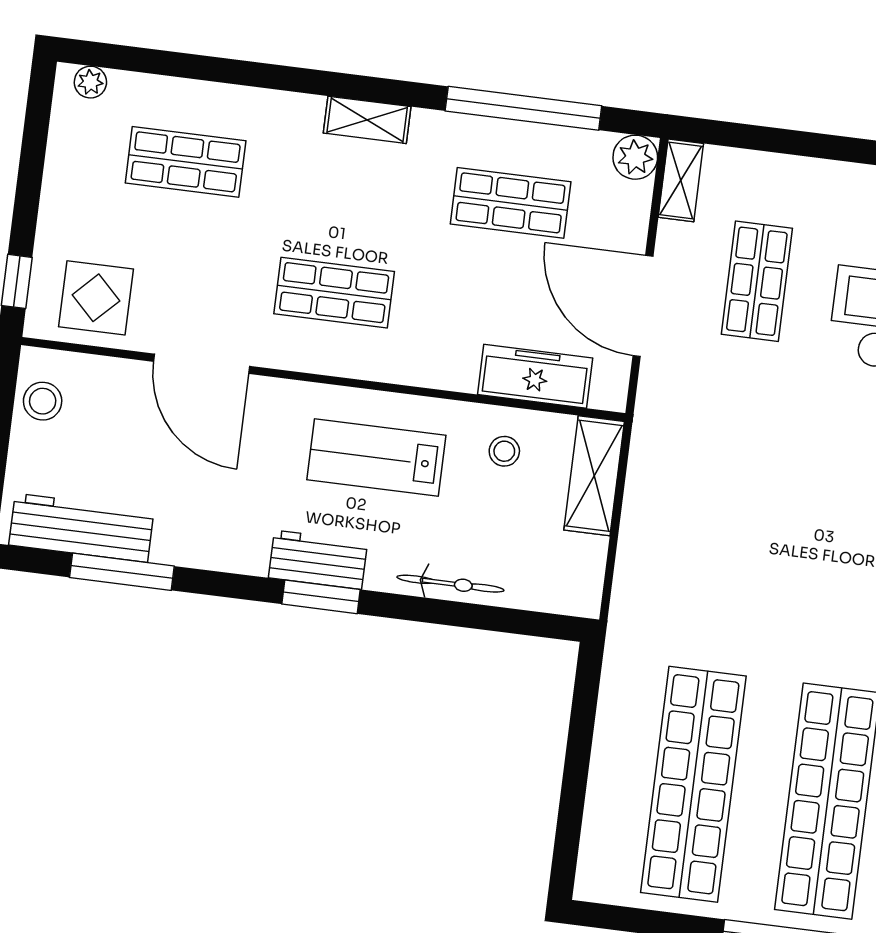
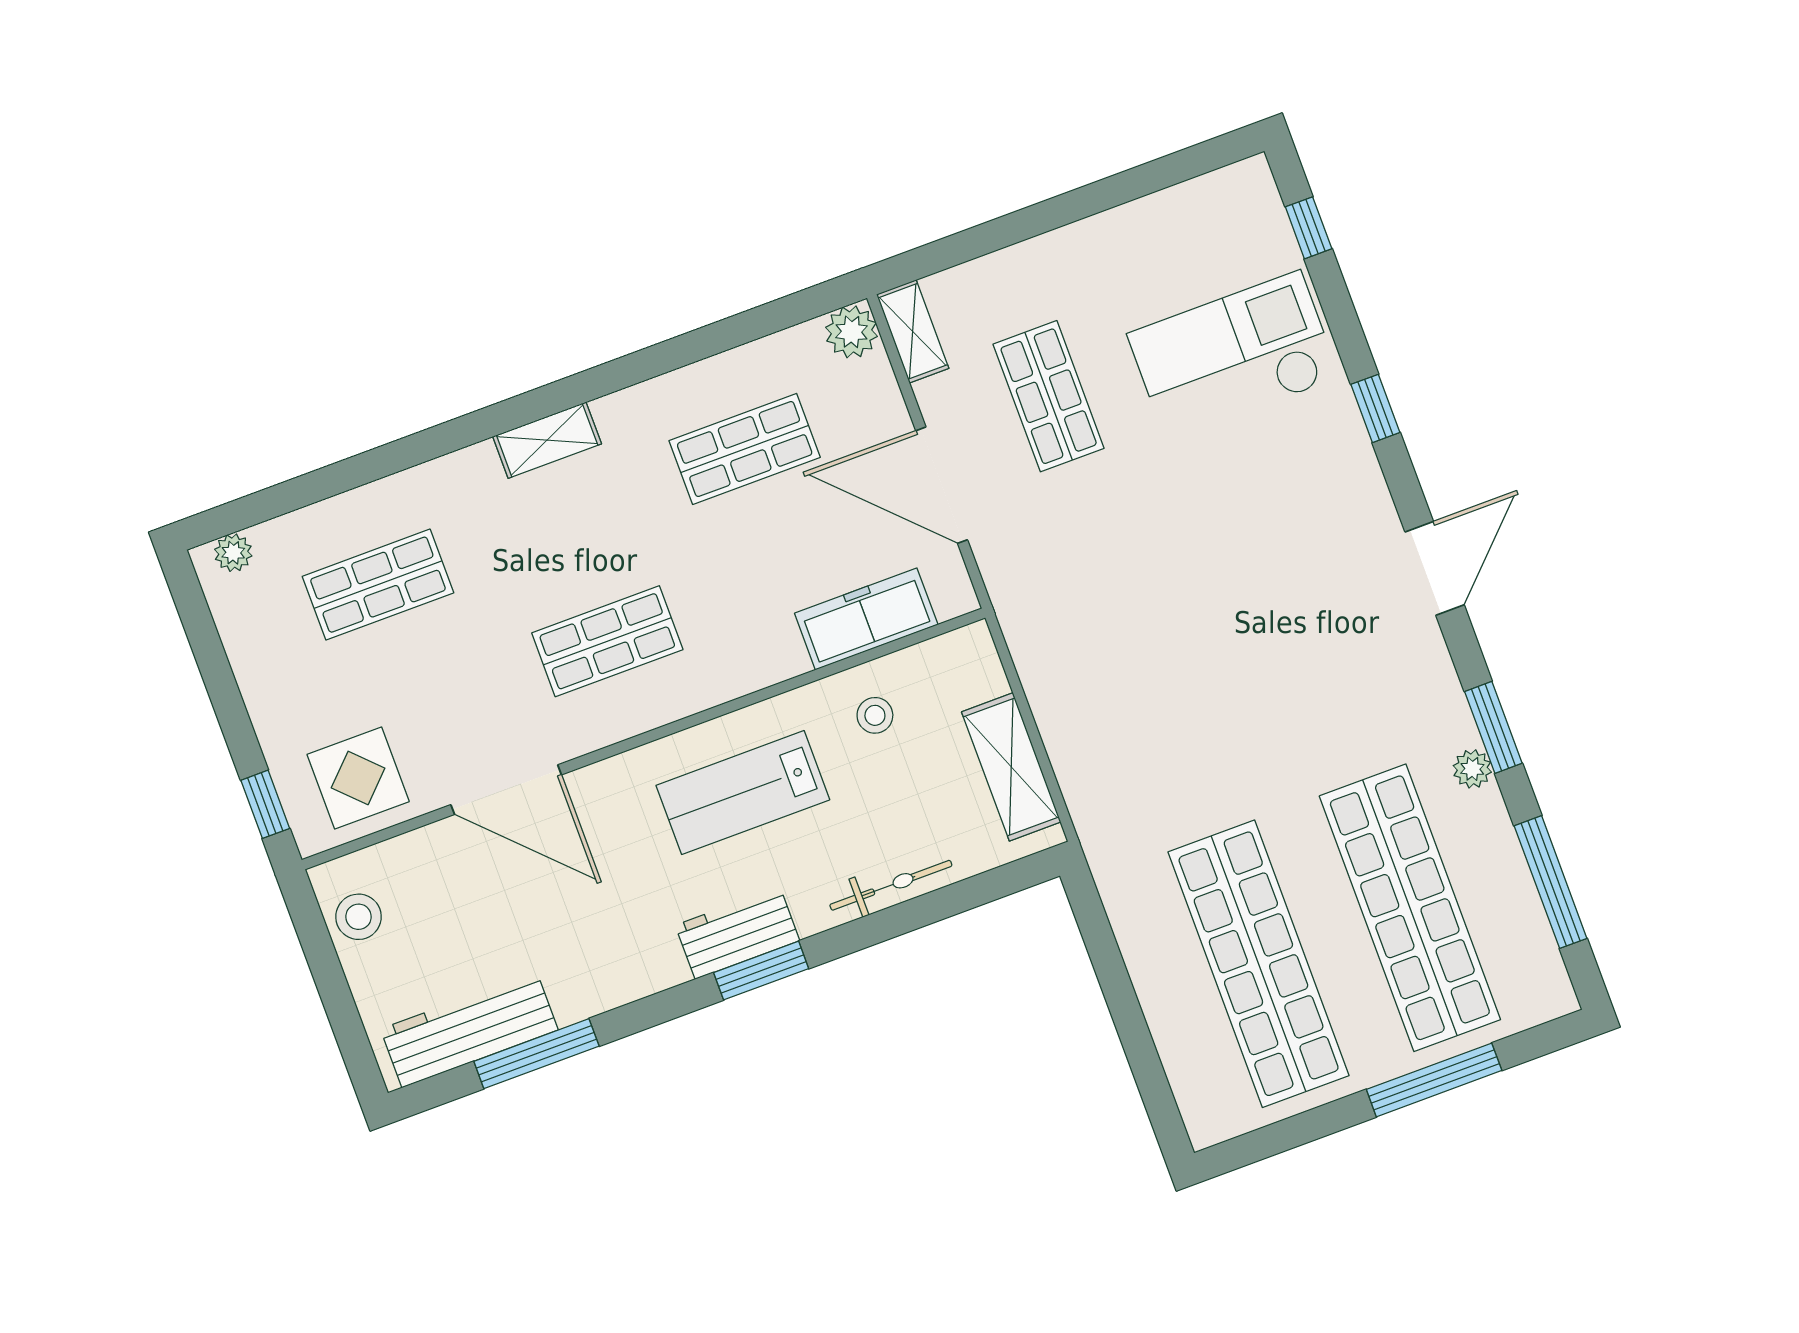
window: (523, 108) -> (706, 342), removed
shelving: (594, 476) -> (1011, 767), moved

